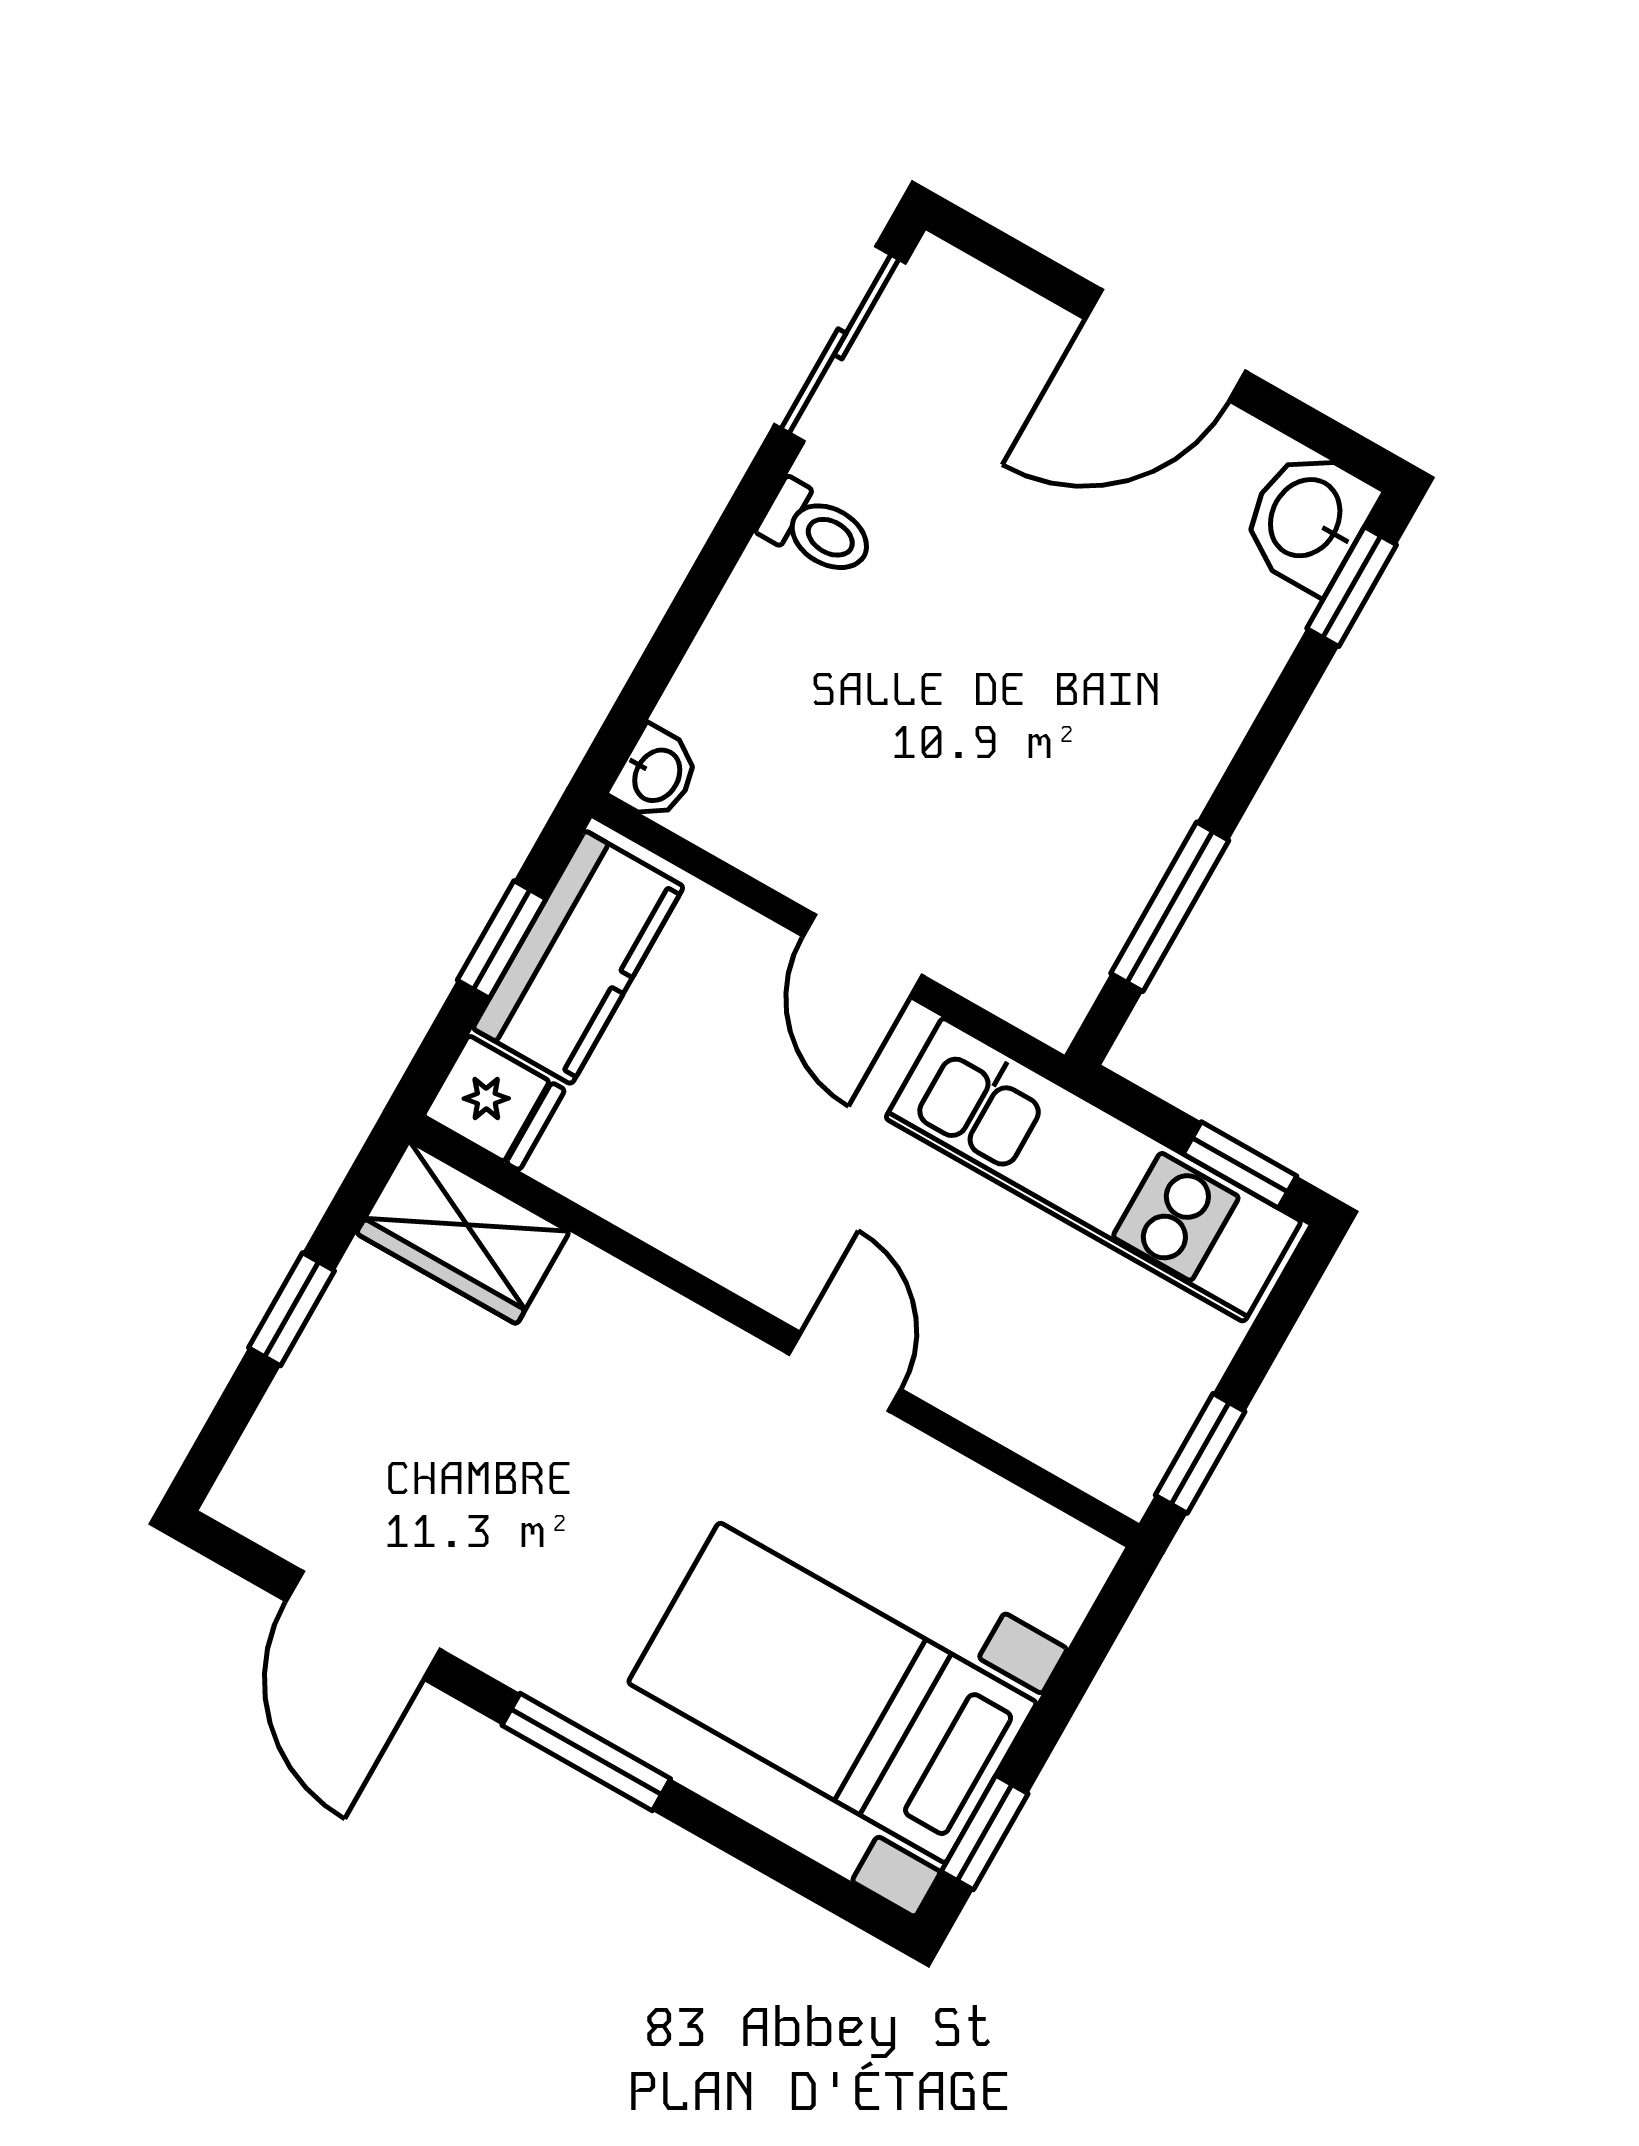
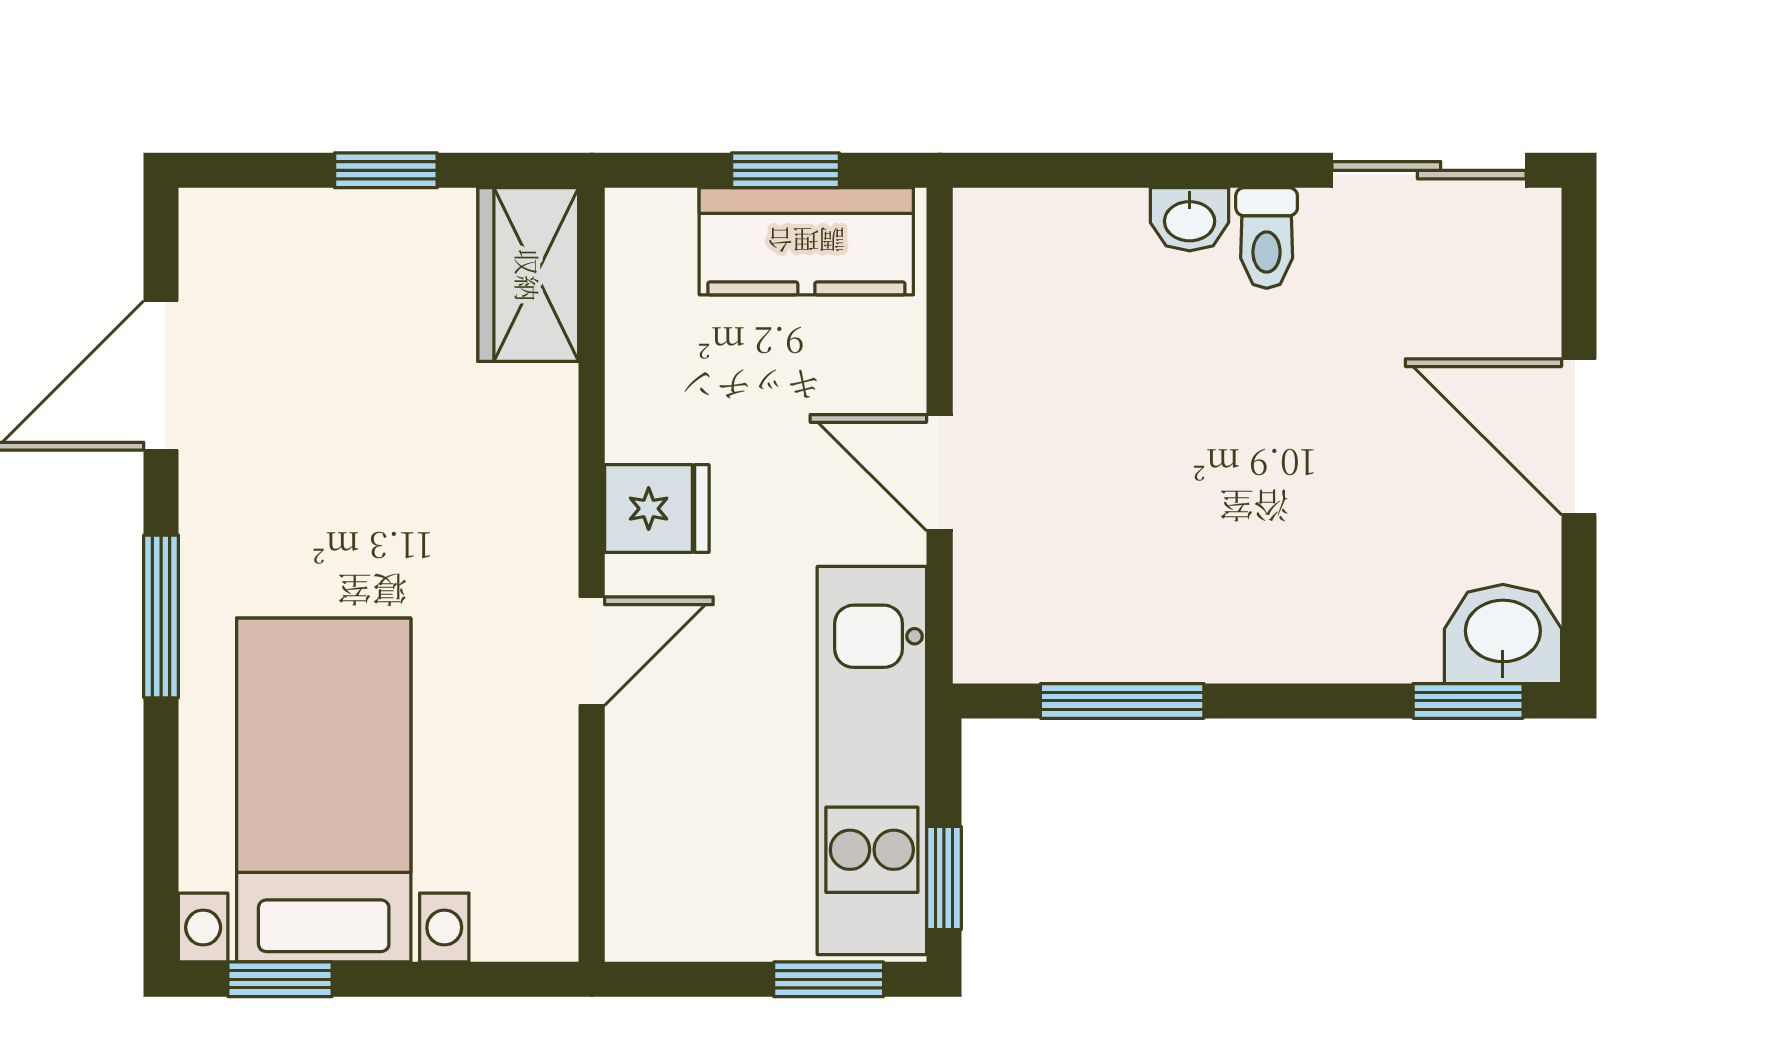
washbasin: (656, 774) -> (1190, 219), moved
door: (863, 956) -> (940, 473), hinge flipped
fridge: (494, 1103) -> (657, 509), moved, turned -90
window: (1200, 1453) -> (829, 979), moved

